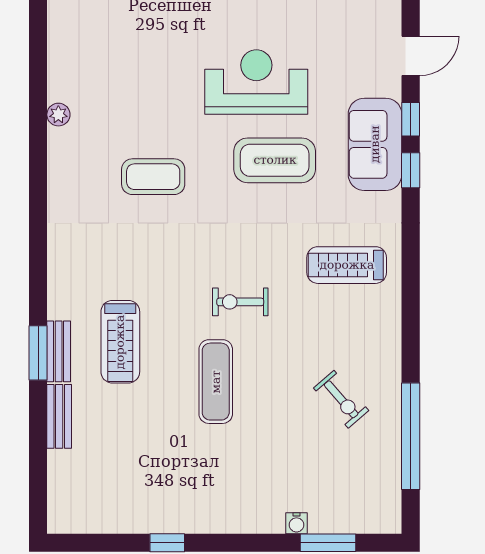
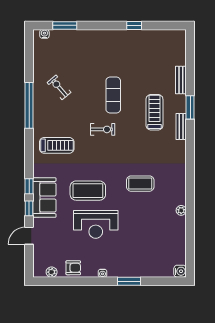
bench: (59, 351) -> (181, 126), moved
window: (411, 436) -> (29, 105), moved
water cooler: (296, 523) -> (44, 34), moved

